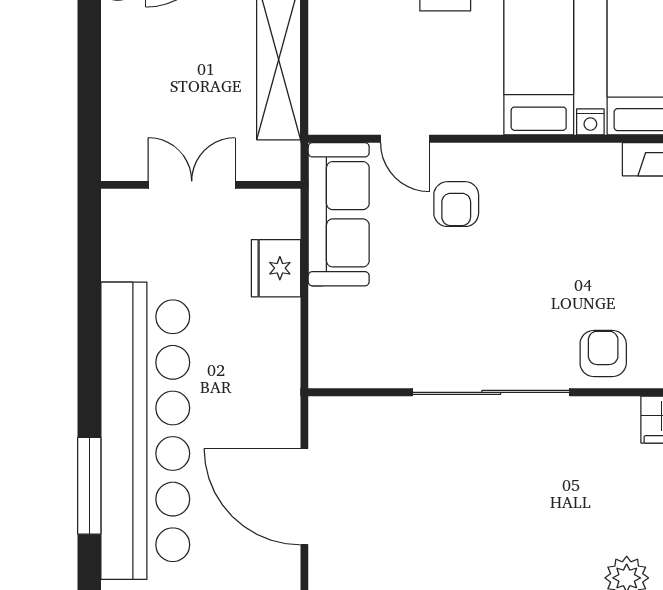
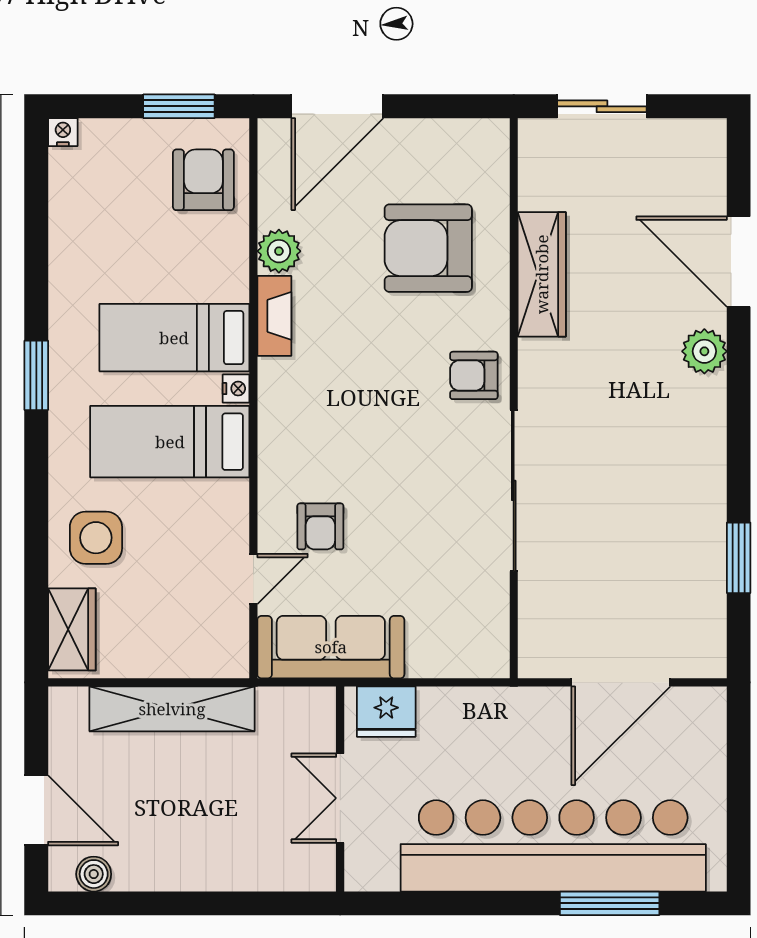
double door: (192, 185) -> (340, 798), moved
wall: (201, 185) -> (340, 789), moved
armchair: (456, 204) -> (320, 526), turned 90

